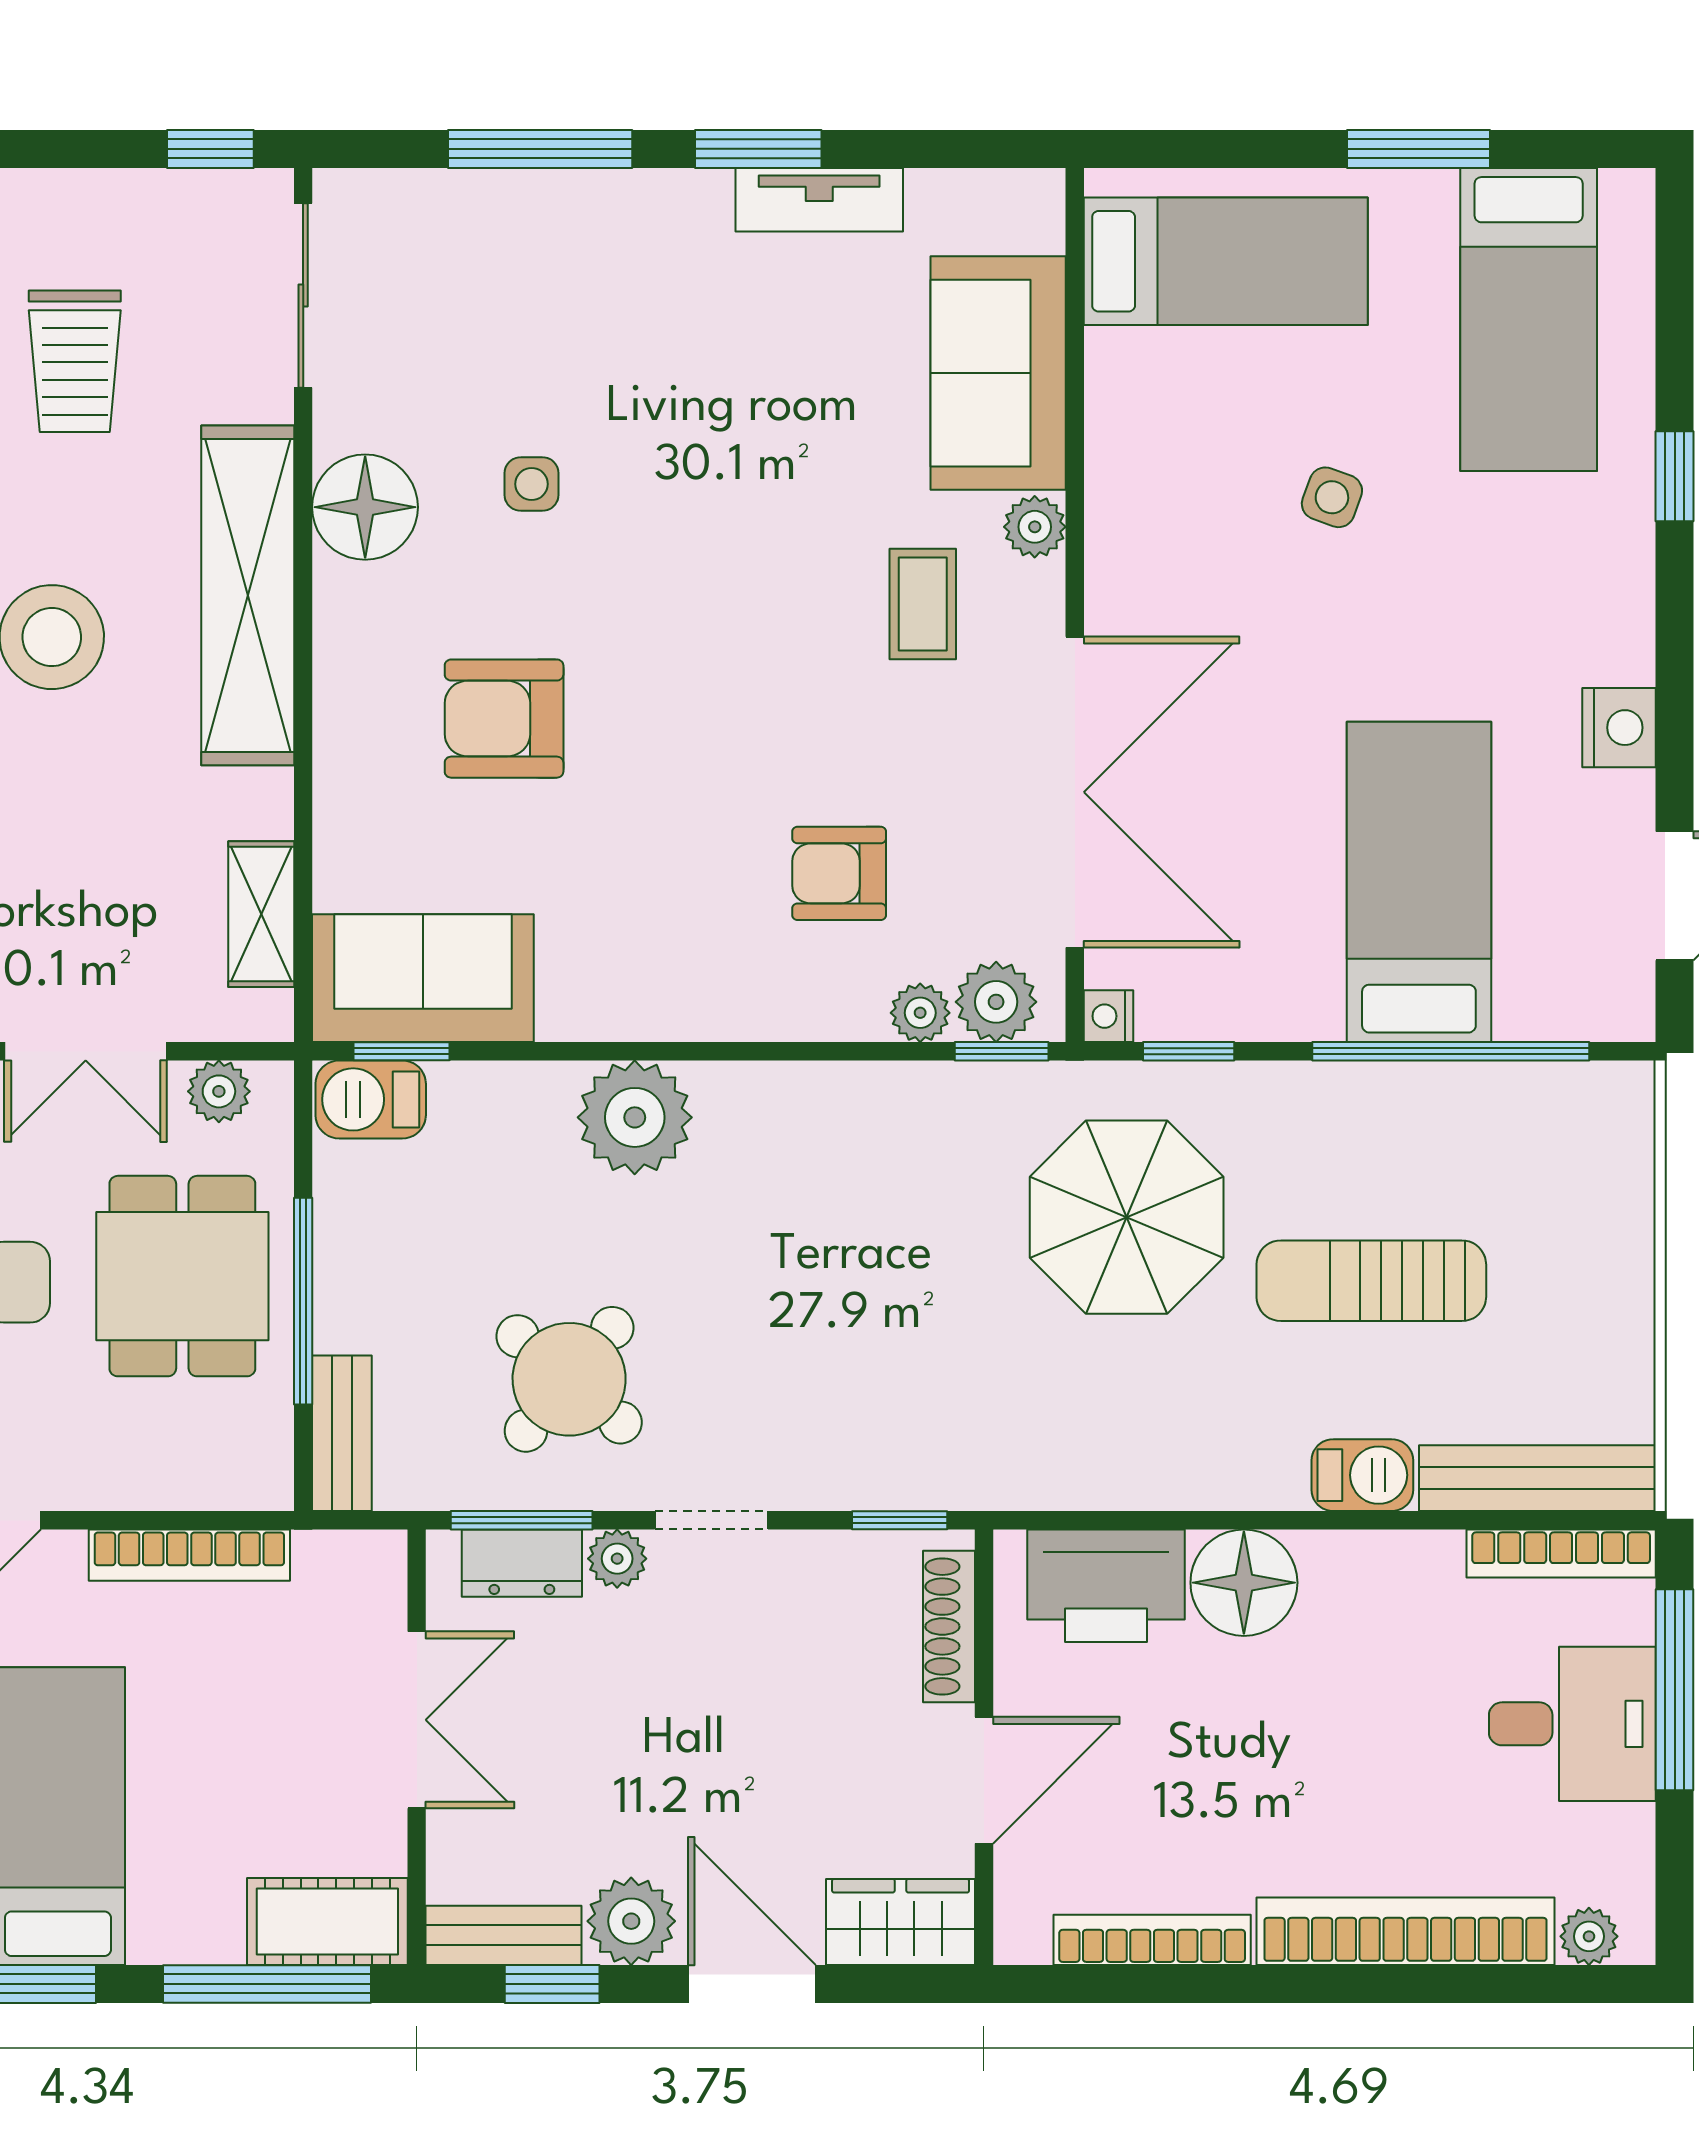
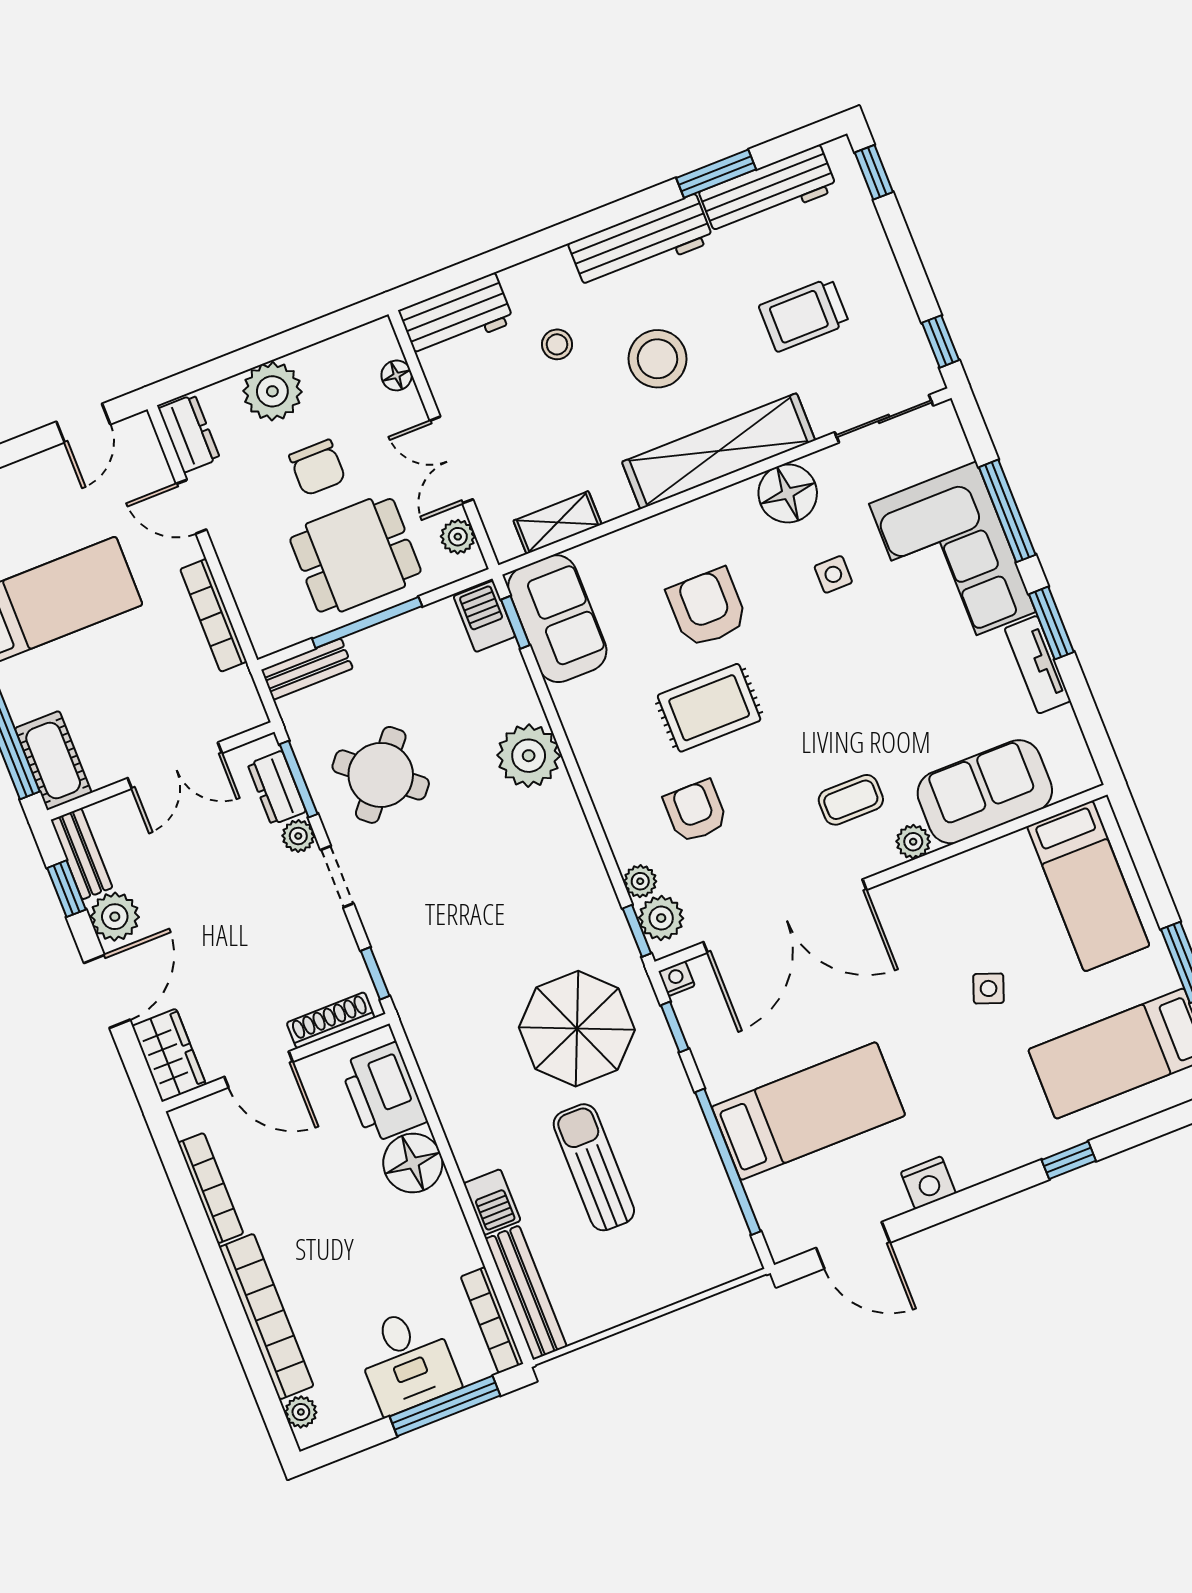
corner sofa: (583, 273) -> (952, 558), added
rug: (674, 782) -> (709, 708), added

